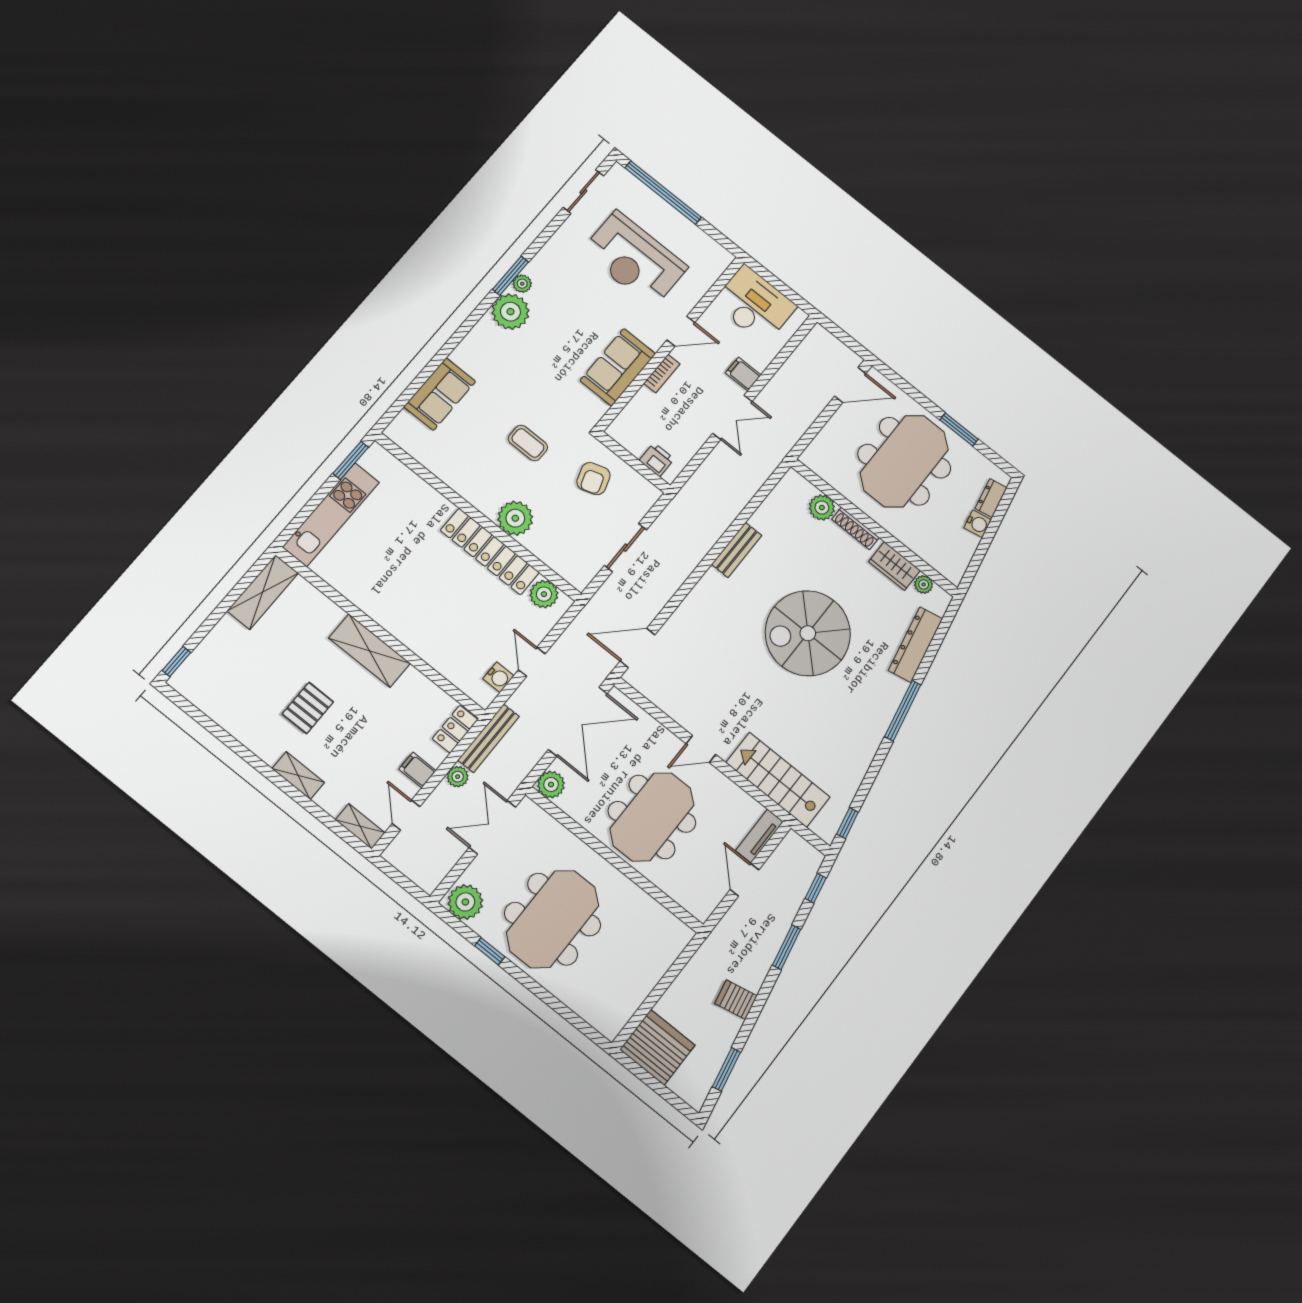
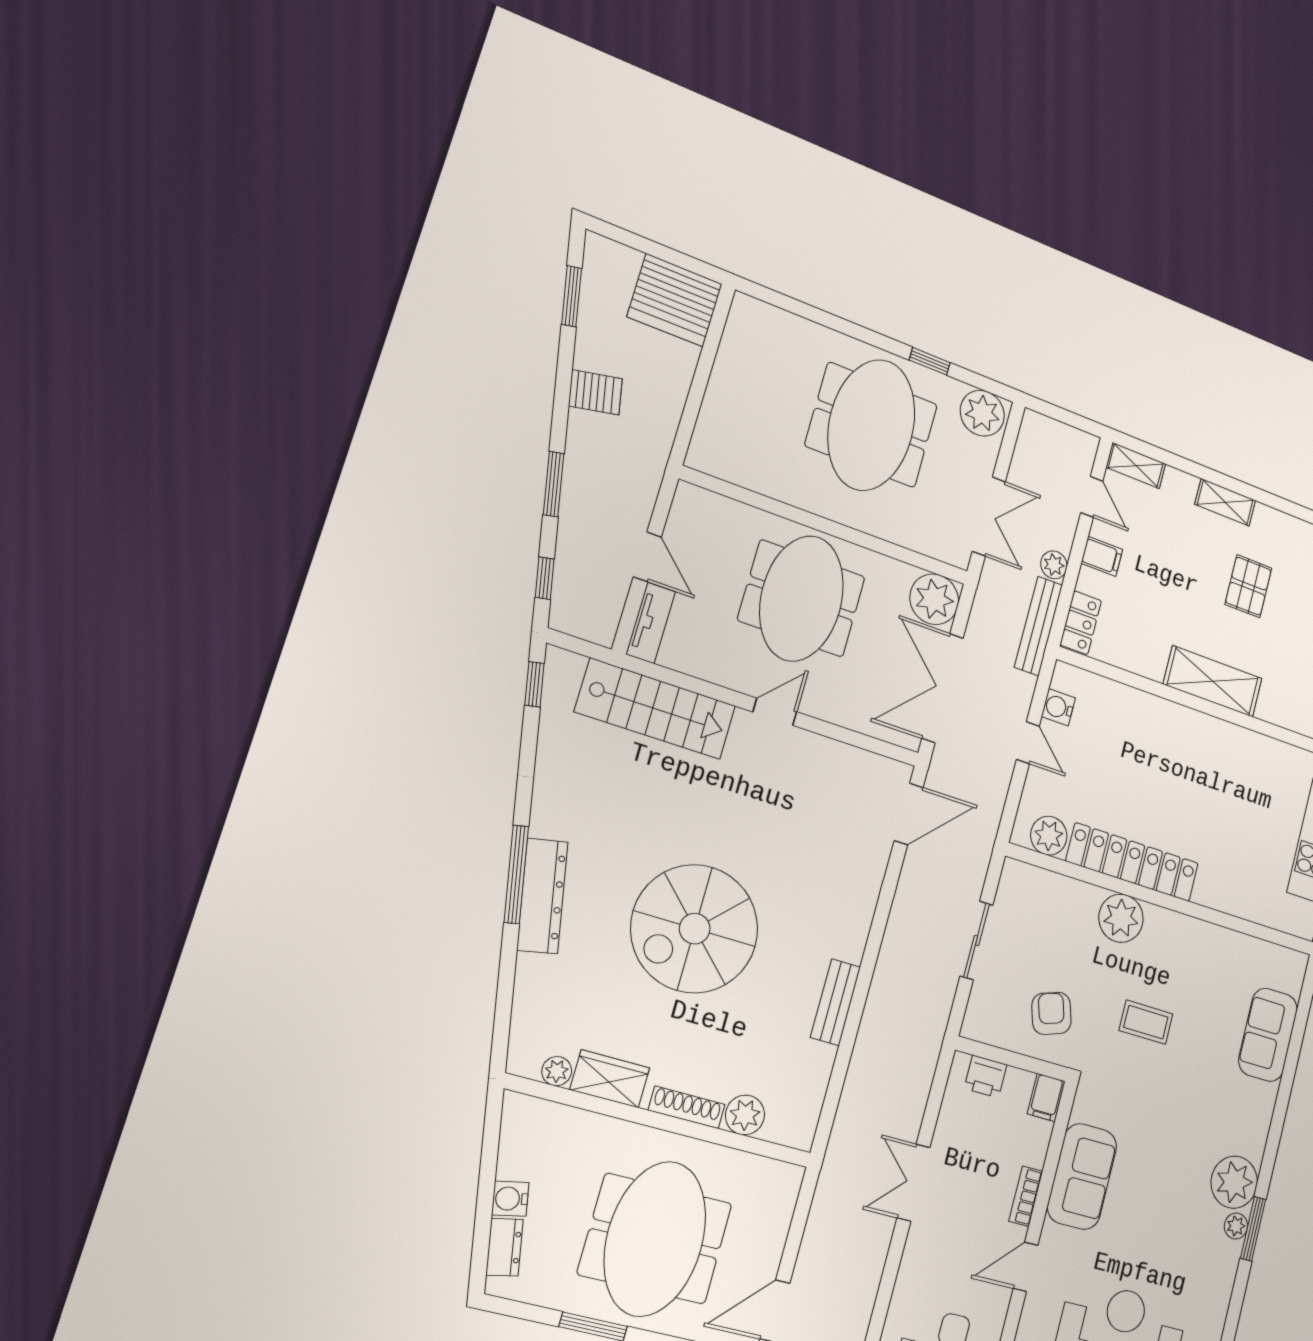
filing cabinet: (743, 374) -> (1046, 1098), moved, turned 90
spiral stairs: (808, 633) -> (695, 929), turned 180
dresser: (915, 645) -> (542, 896), moved
plant: (551, 784) -> (934, 599), width x1.36, depth x1.36

